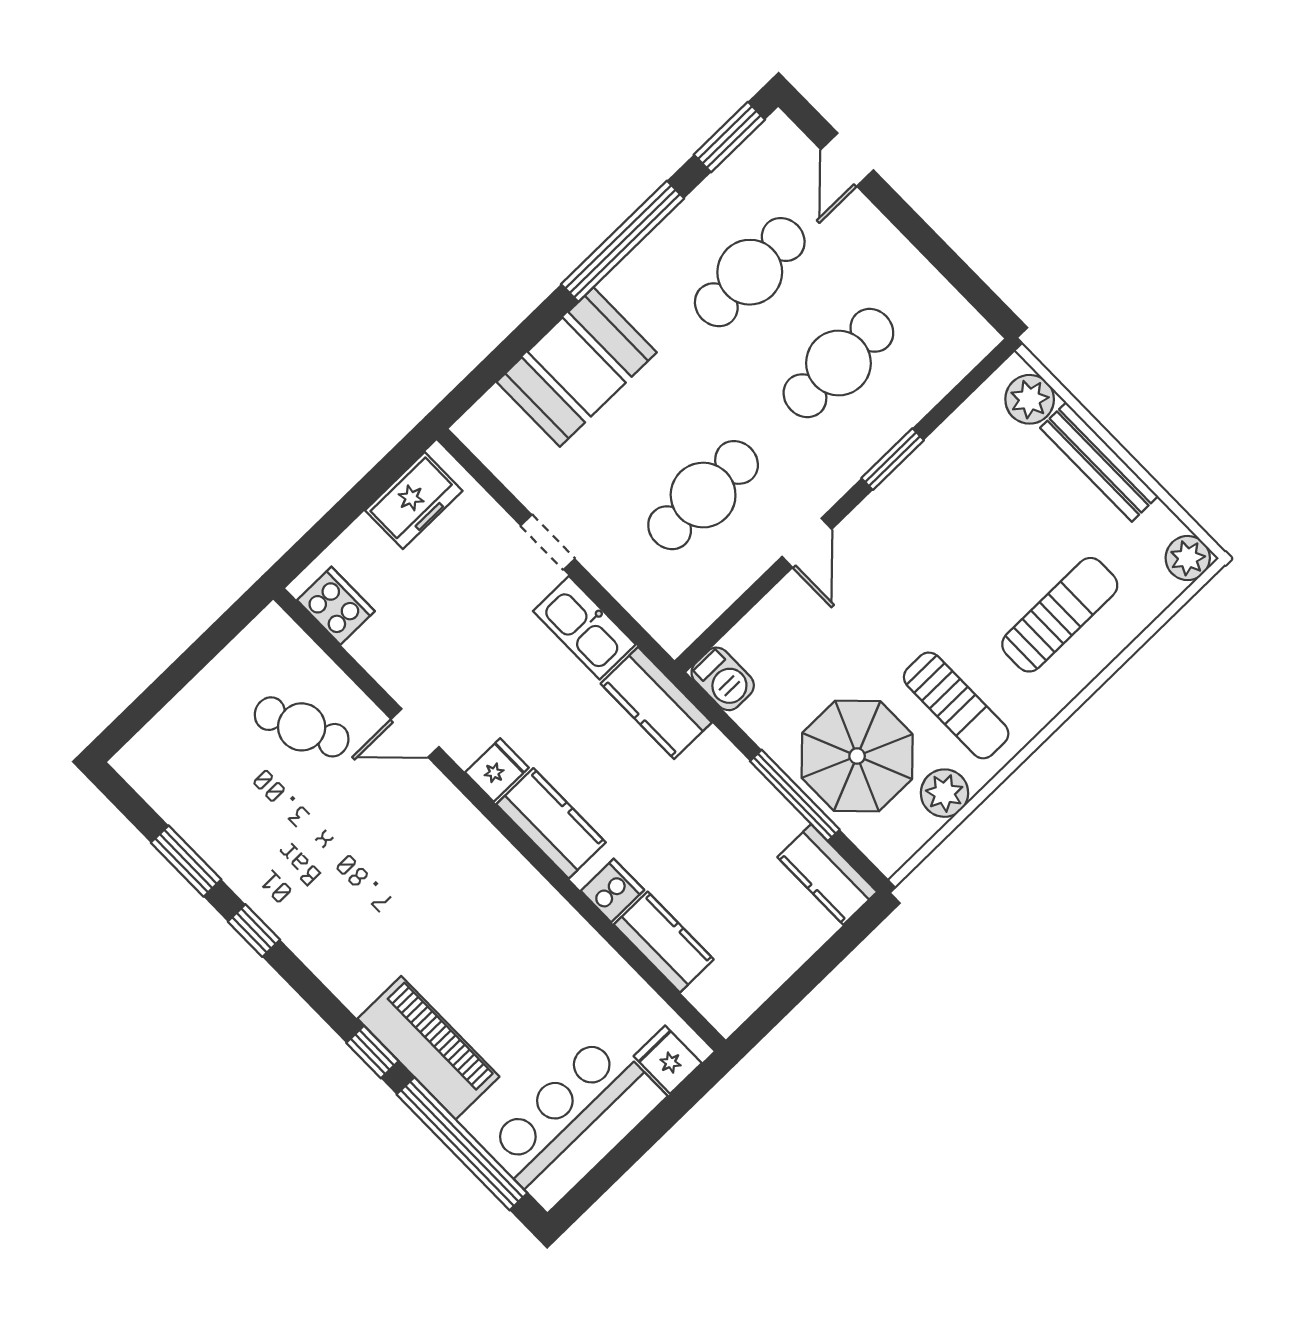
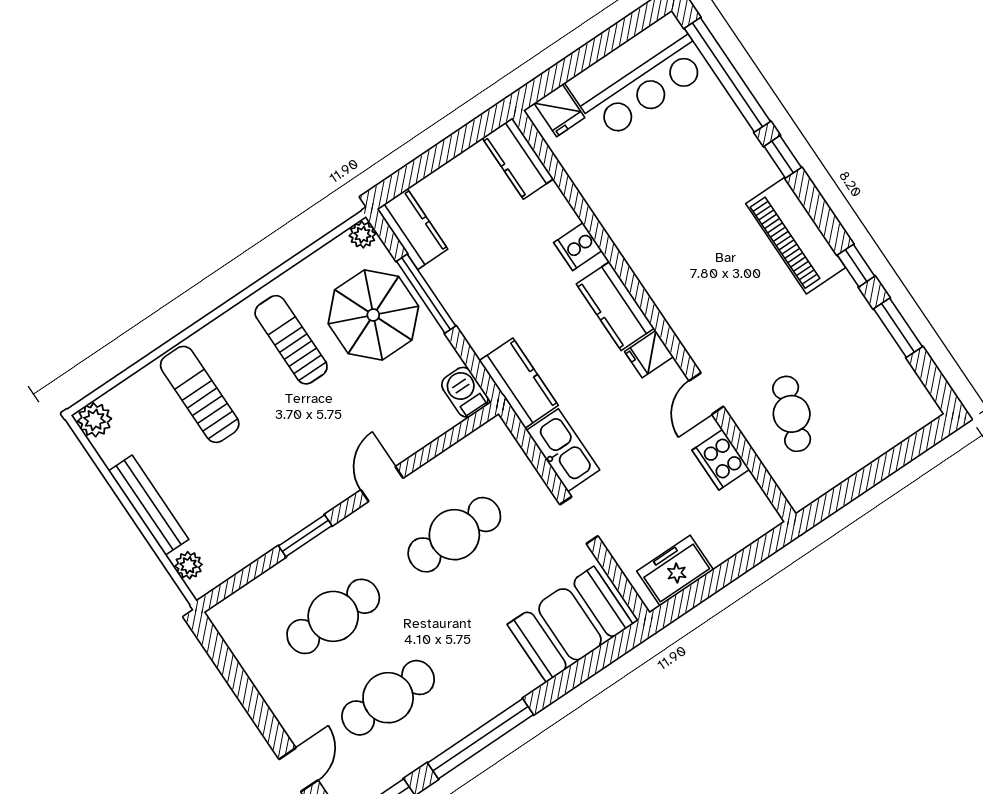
booth: (577, 367) -> (570, 624), moved
plant: (1030, 399) -> (189, 565), width x0.73, depth x0.73
cooker: (336, 606) -> (721, 460), moved
sun lounger: (1060, 615) -> (200, 394), turned 90
cafe table: (302, 727) -> (792, 414), turned 44
door: (415, 733) -> (706, 394), swing flipped
plant: (944, 793) -> (362, 235), moved, width x0.73, depth x0.73
kitchen counter: (664, 942) -> (518, 159), moved
piano: (428, 1048) -> (796, 236), moved

